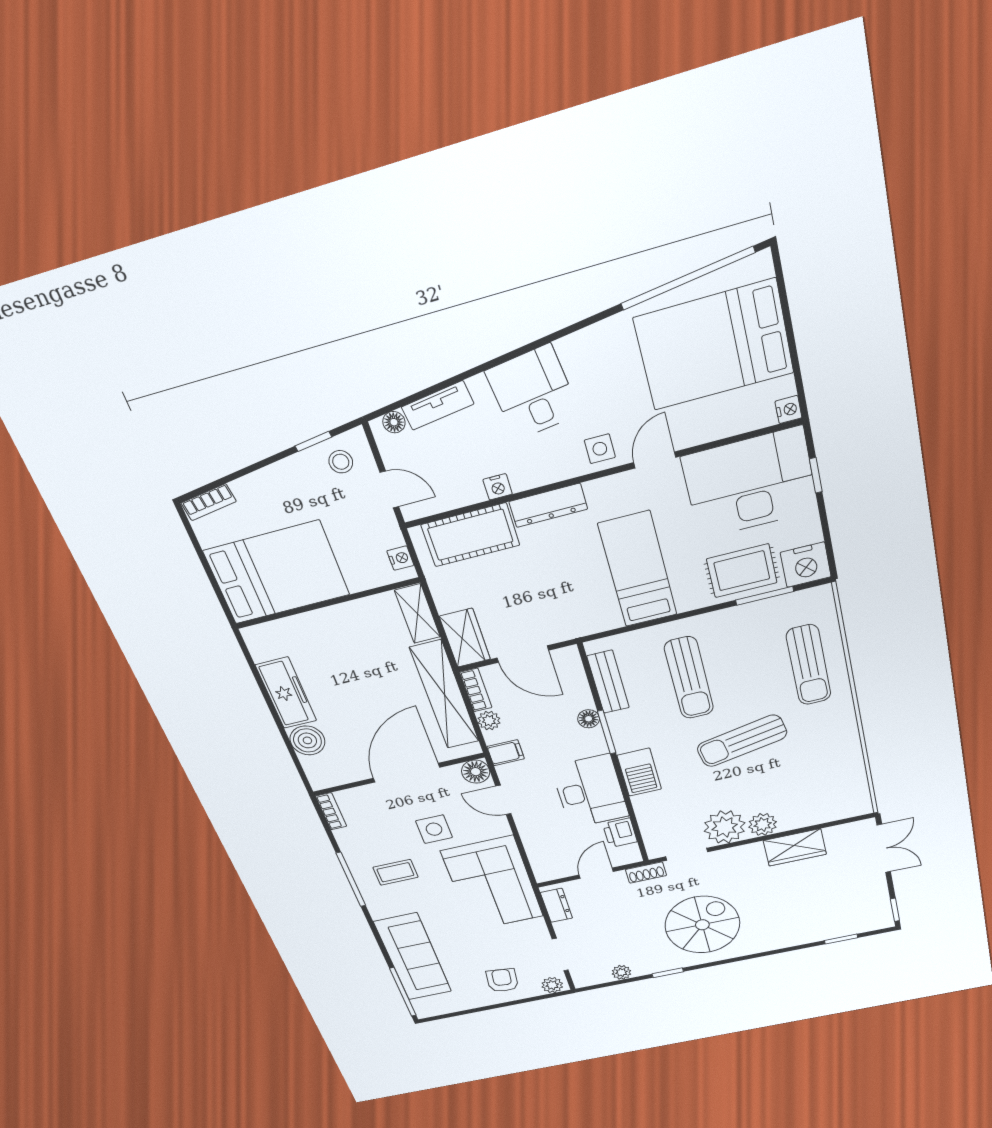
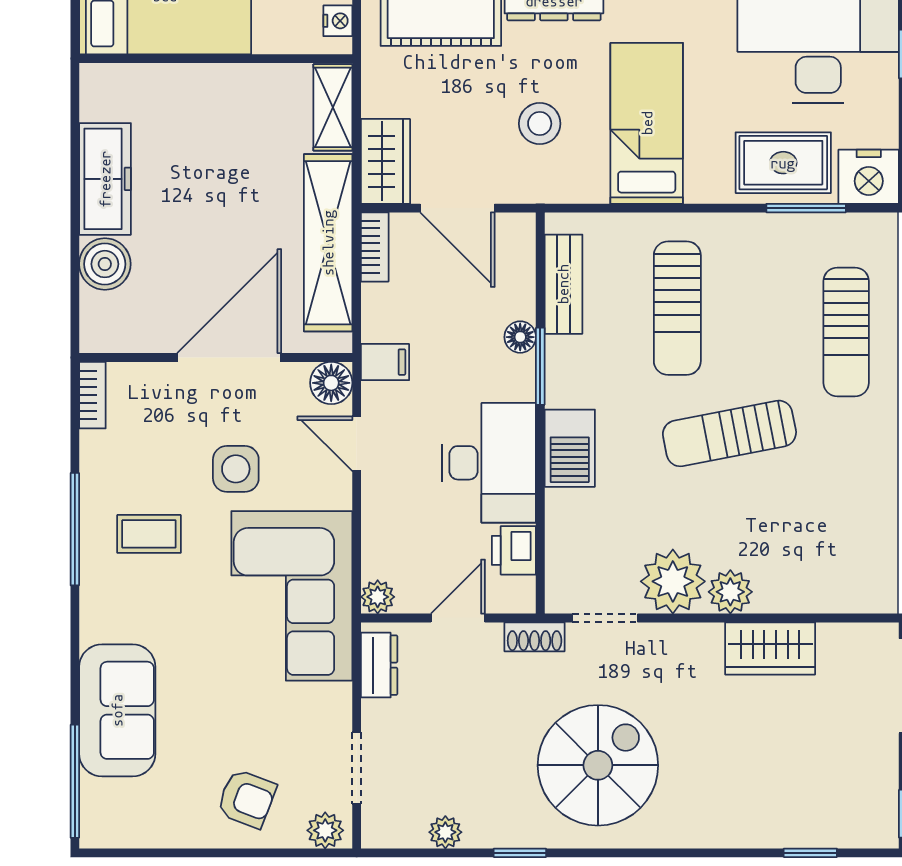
stool: (562, 588) -> (540, 124), added
plant: (489, 721) -> (378, 597), moved
sofa: (413, 957) -> (117, 710), width x0.73
armchair: (502, 980) -> (247, 799), turned 104

